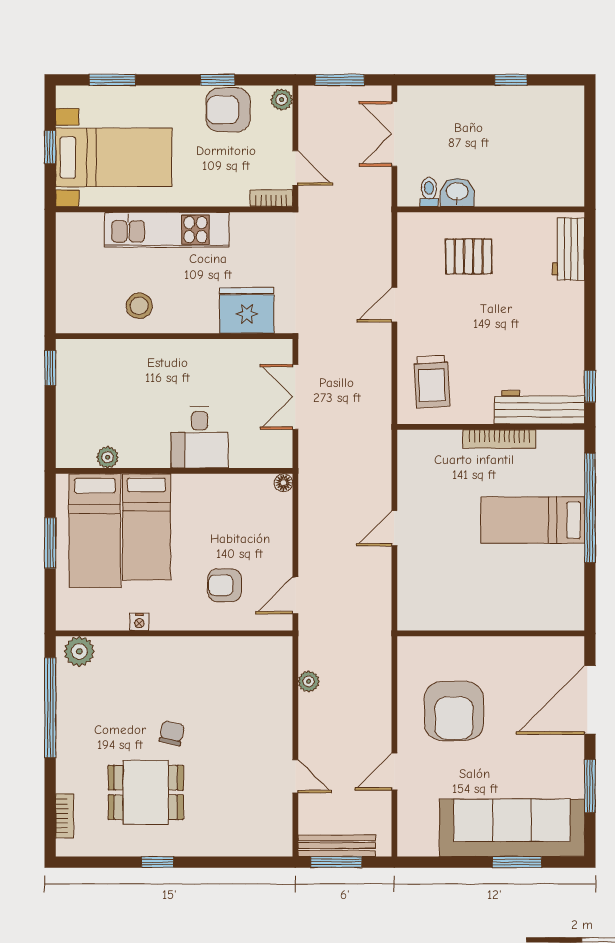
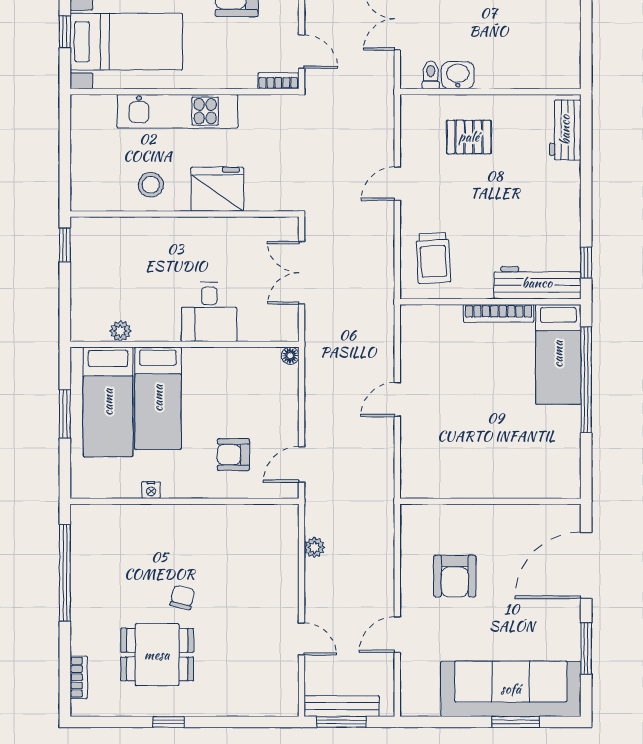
fridge: (247, 310) -> (217, 189), moved
bed: (533, 520) -> (558, 354), moved, turned -90
plant: (79, 651) -> (93, 518), removed
armchair: (454, 711) -> (455, 576), width x0.73, depth x0.73

